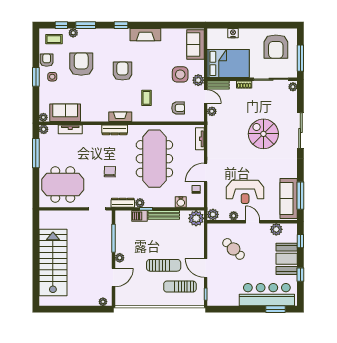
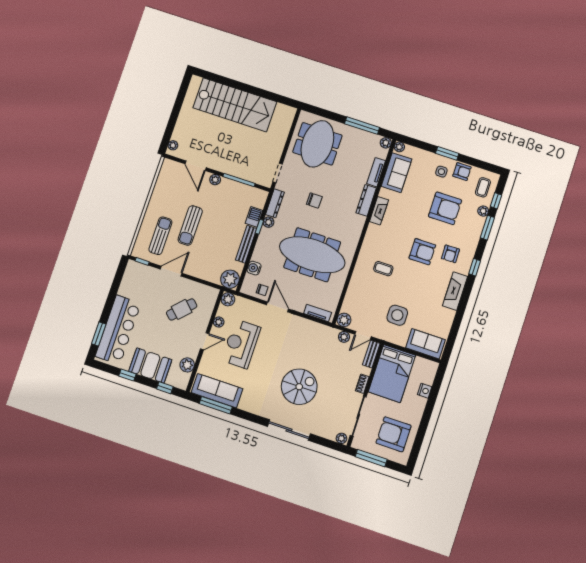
plant: (198, 80) -> (344, 320), moved
armchair: (178, 108) -> (450, 254), moved
fireplace: (120, 117) -> (379, 211), moved
dresser: (115, 130) -> (366, 200), moved

